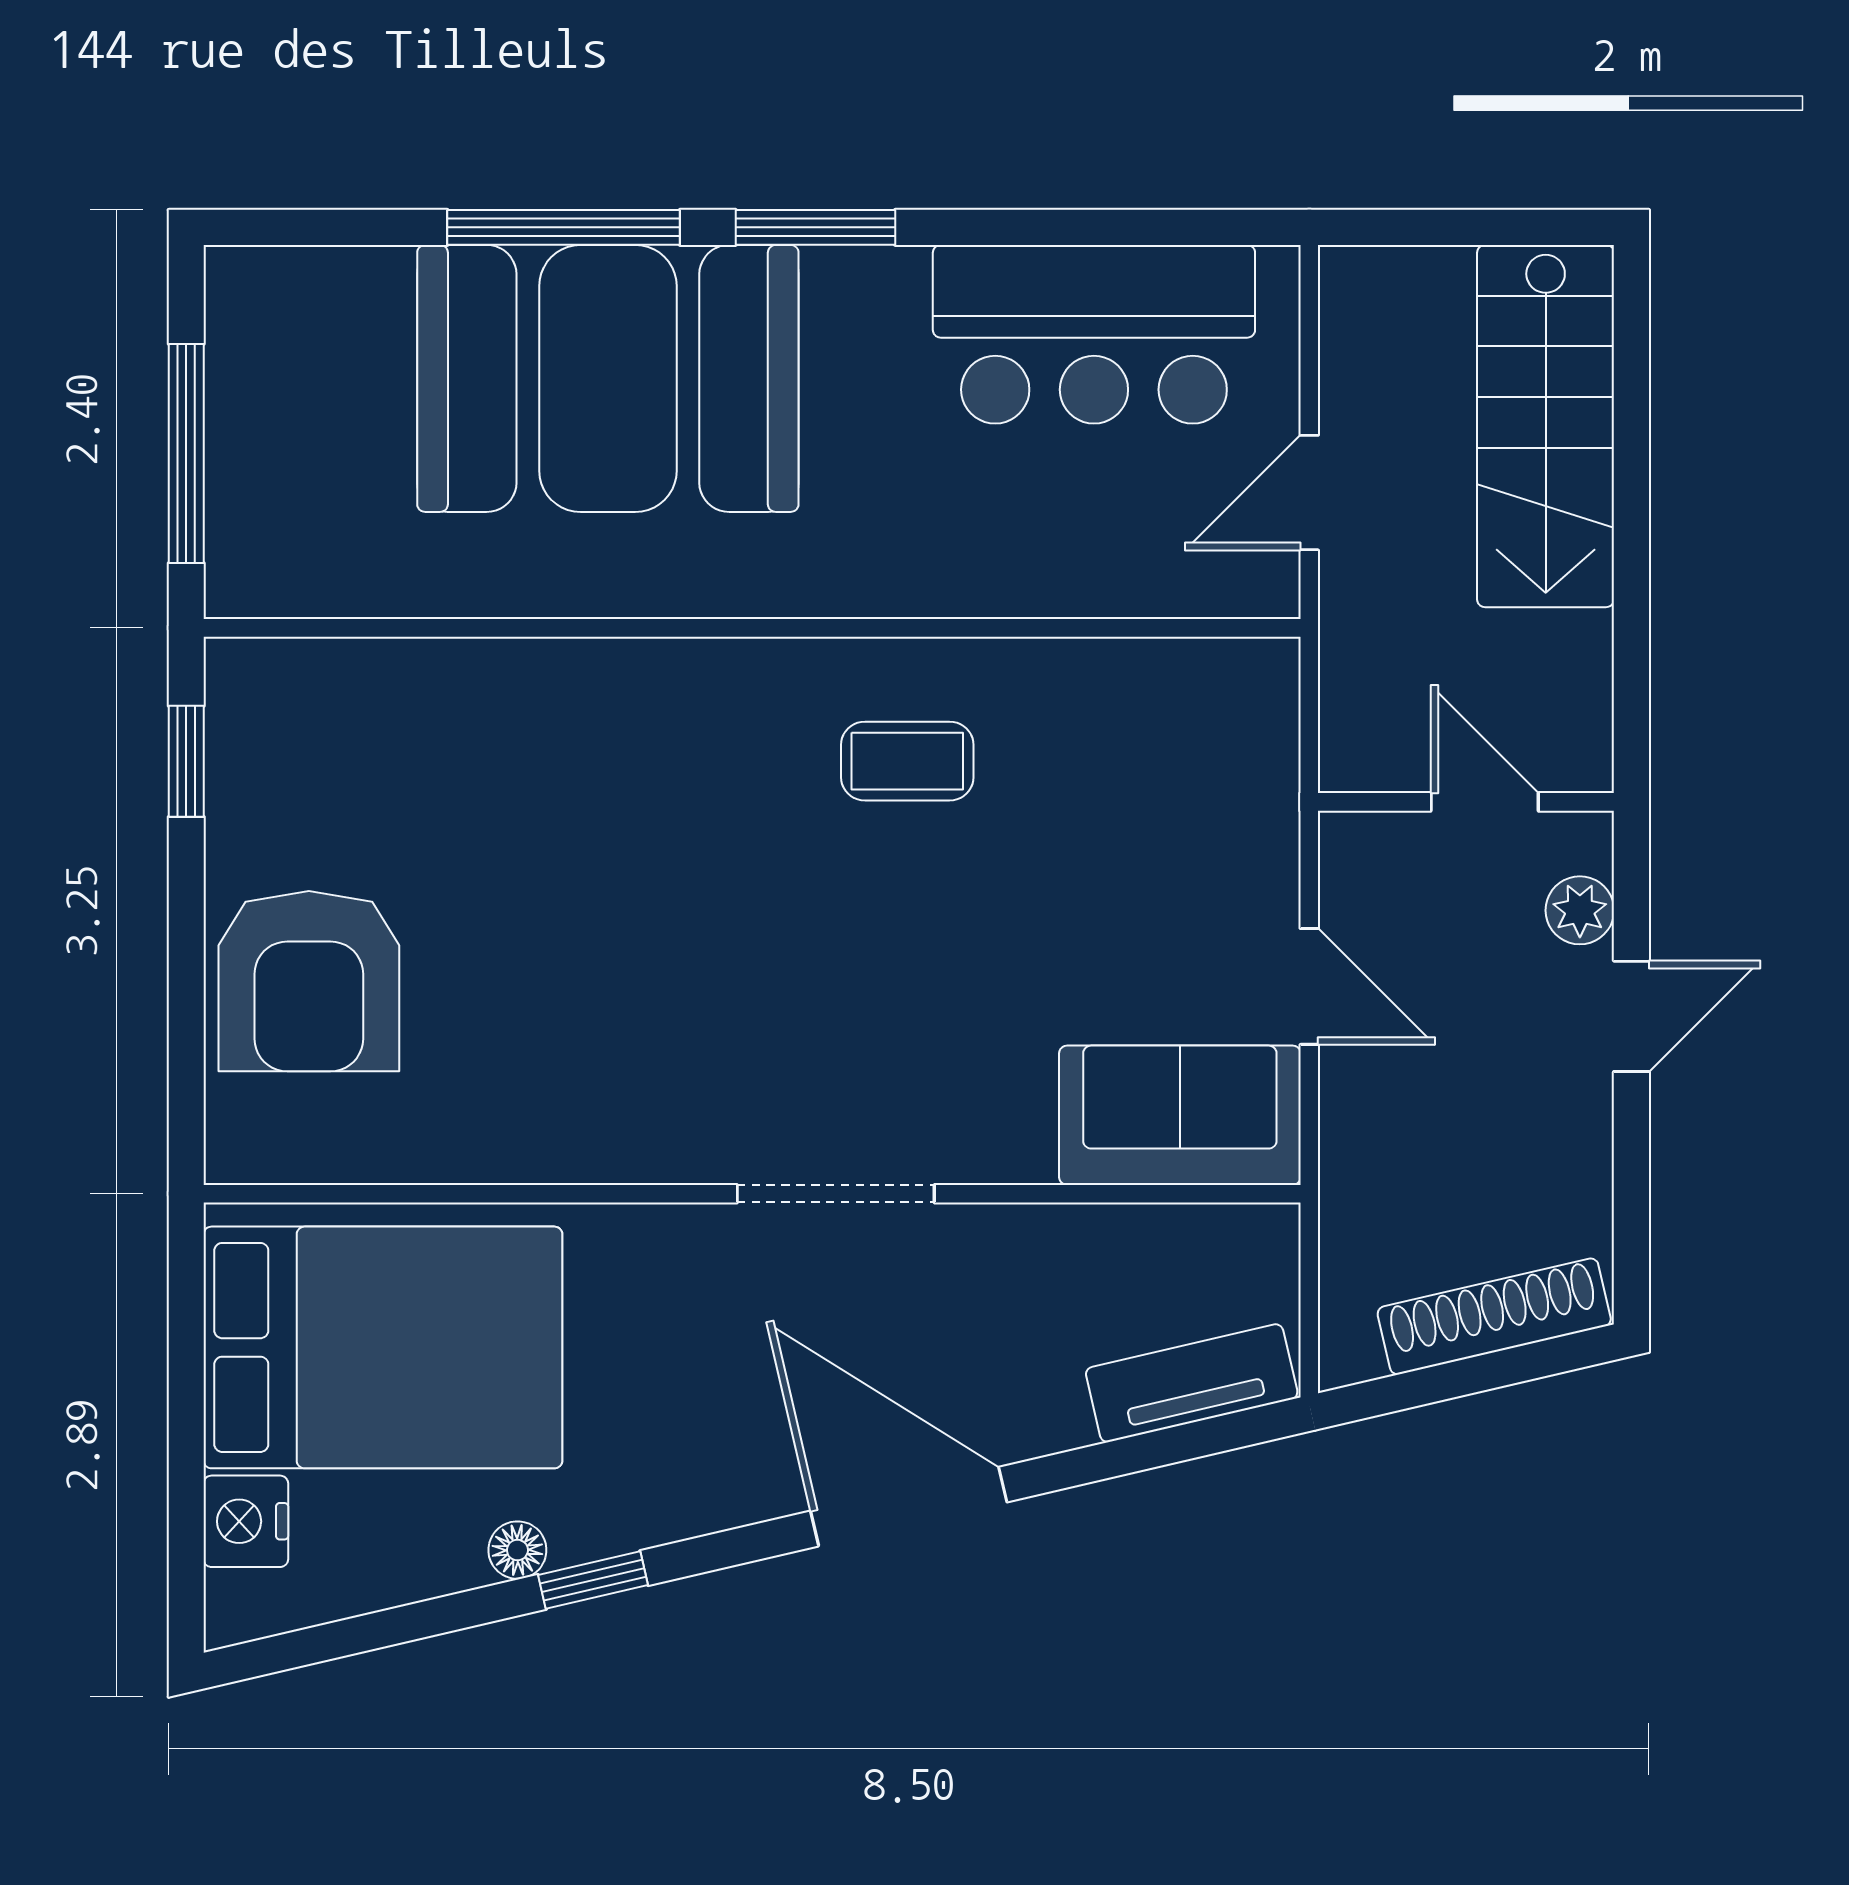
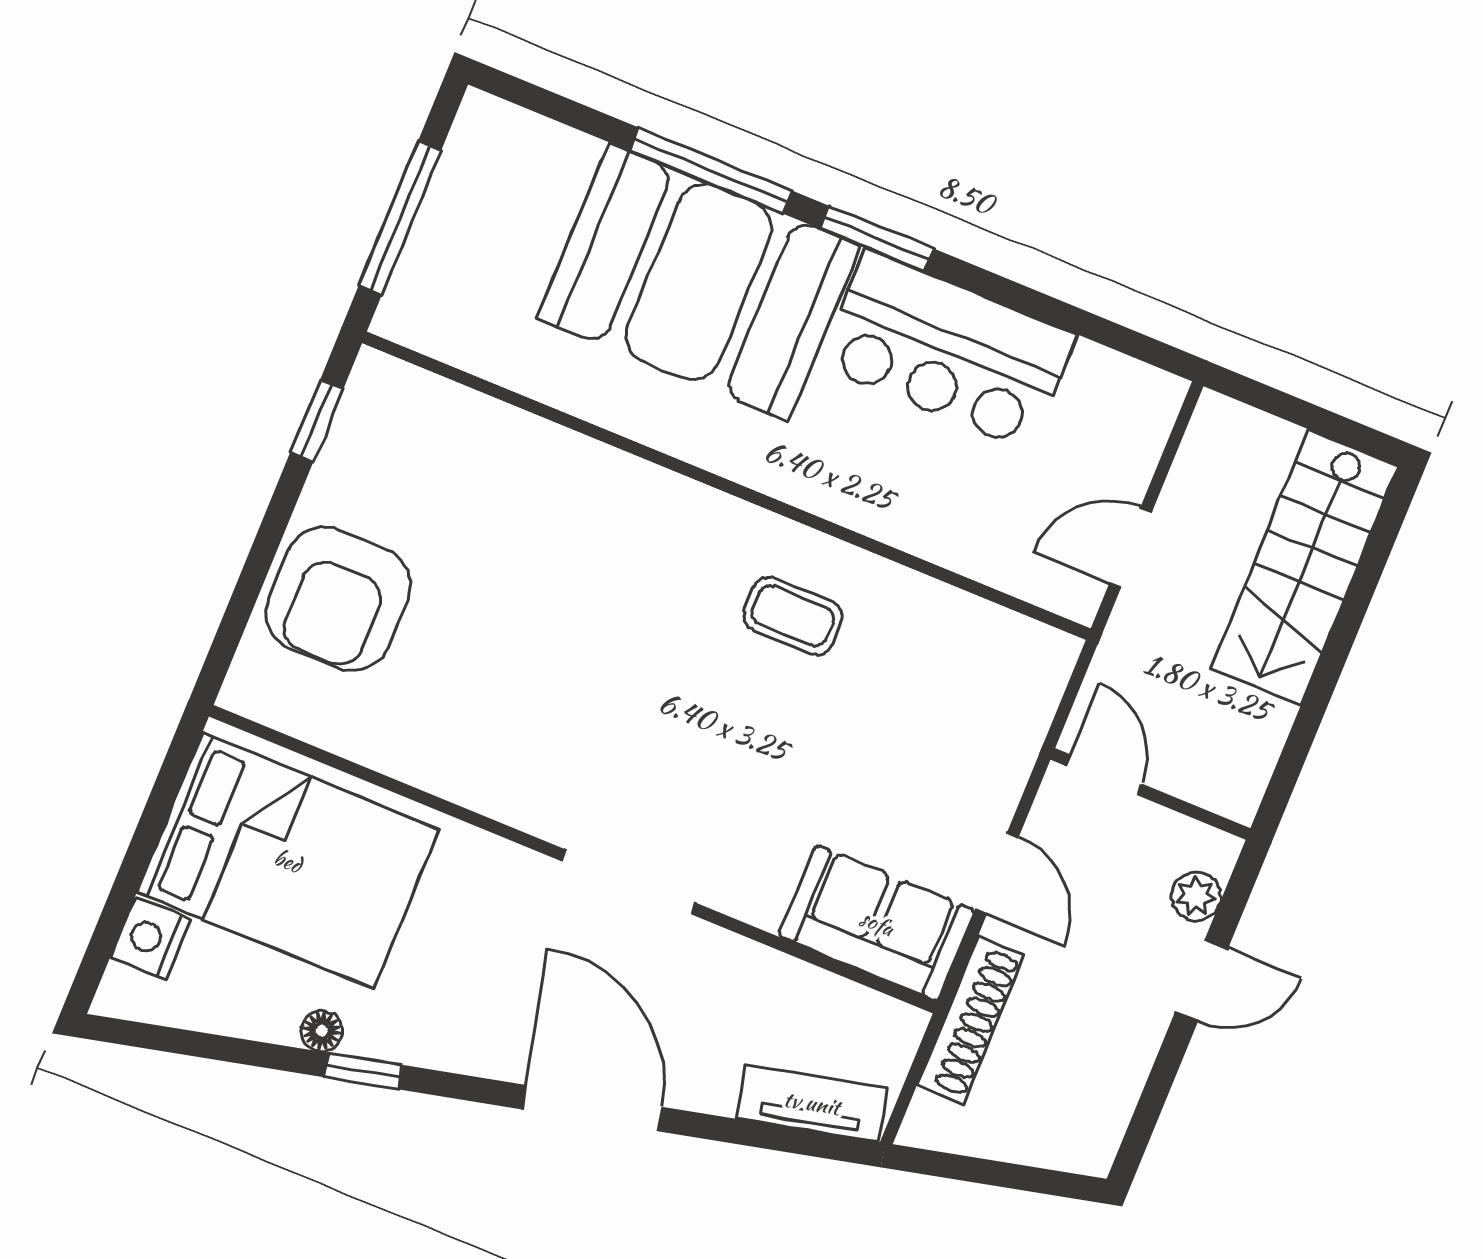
bar counter: (1094, 334) -> (947, 350), moved
door: (1485, 802) -> (1104, 775), moved
shoe rack: (1494, 1316) -> (970, 1020), moved, turned 103

